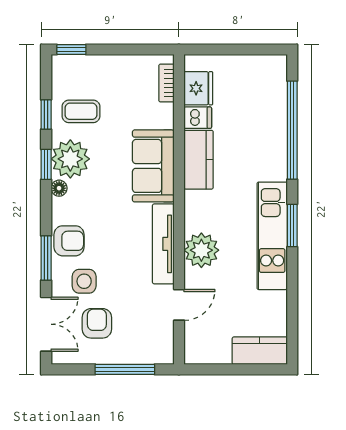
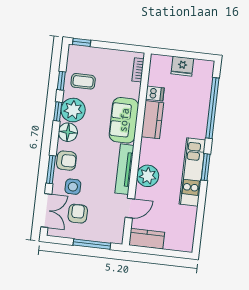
fridge: (198, 88) -> (182, 66), moved, turned 90
floor lamp: (59, 188) -> (68, 132), width x1.89, depth x1.89
kitchen counter: (260, 351) -> (147, 239), moved

